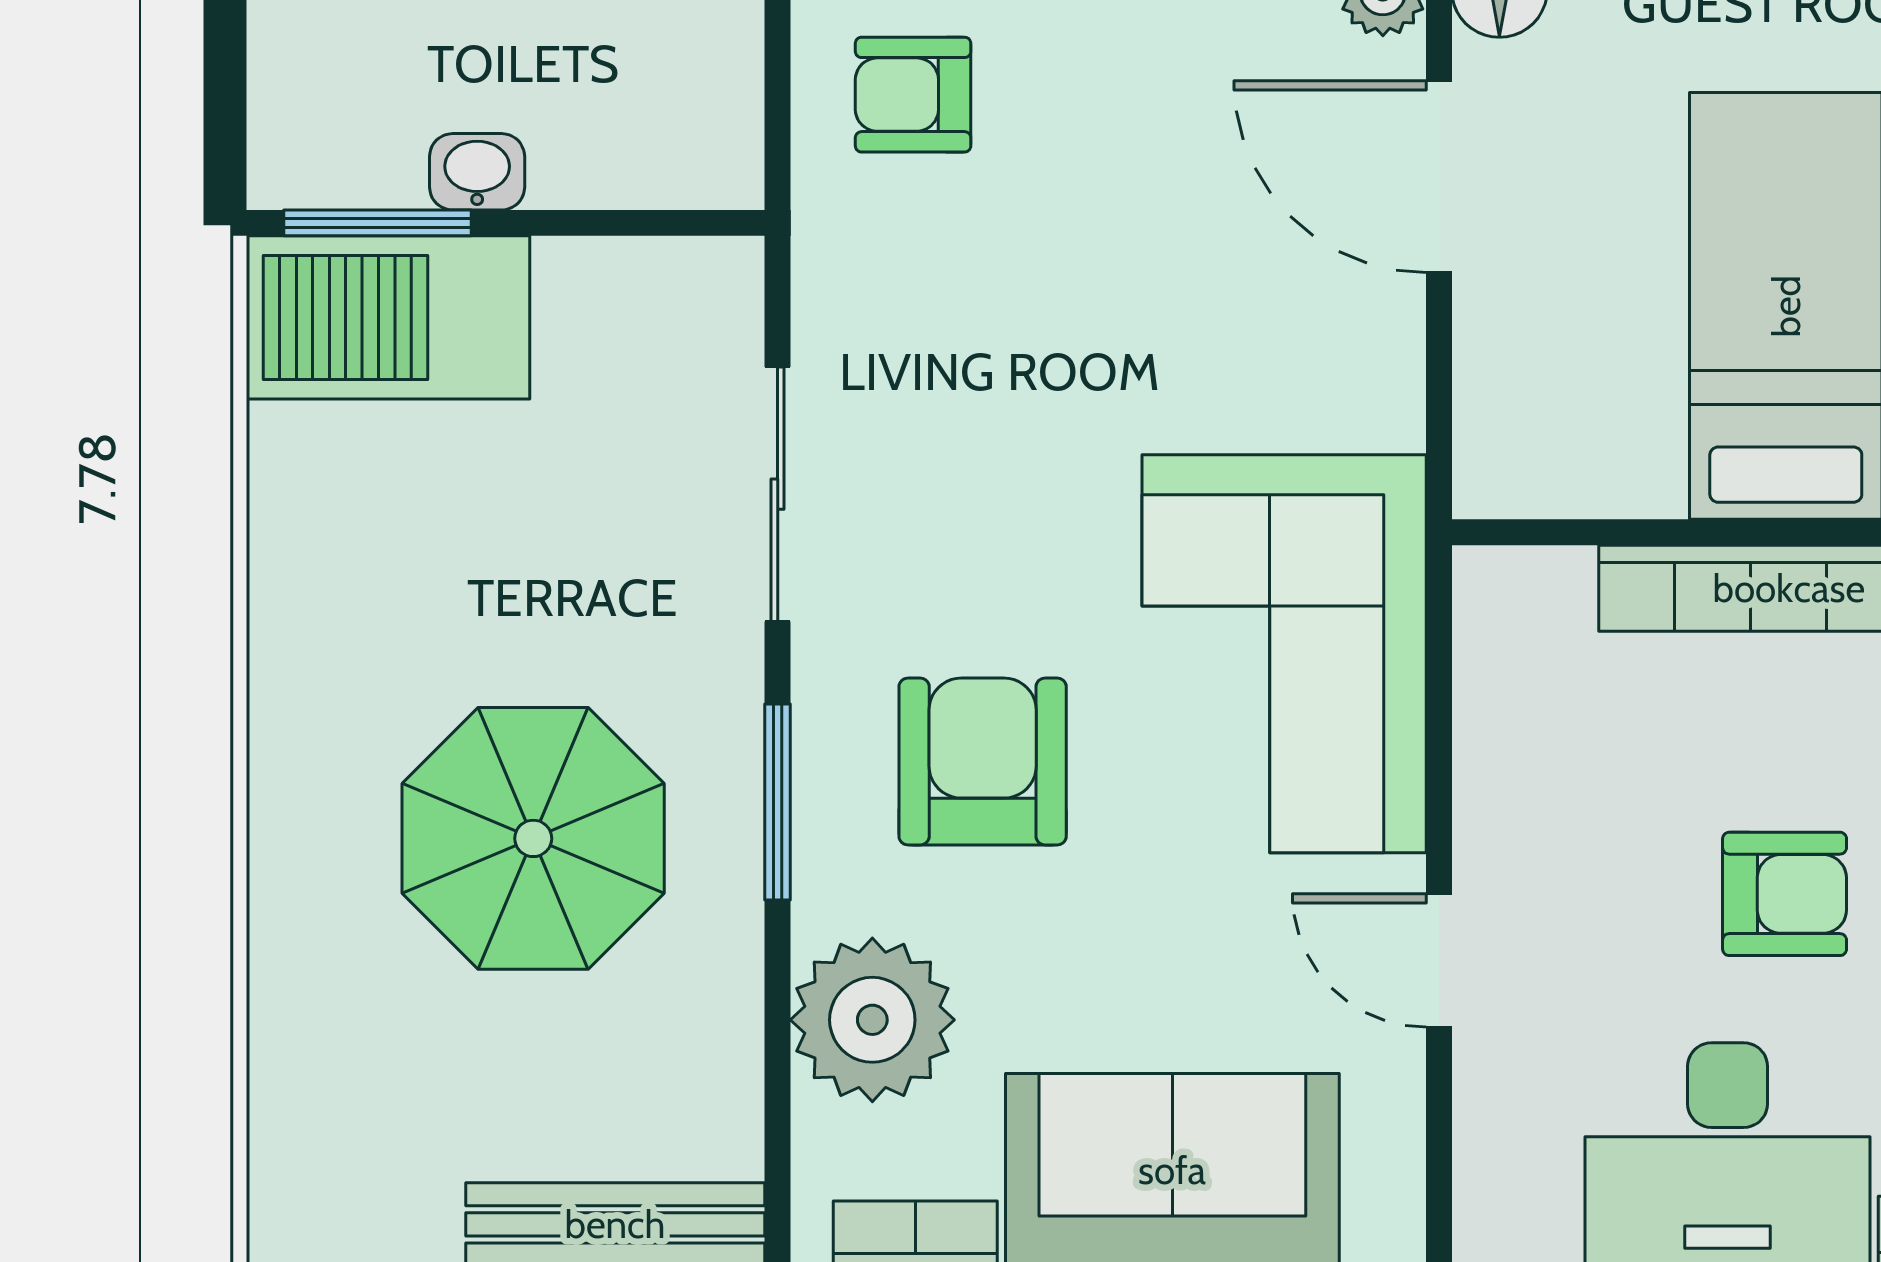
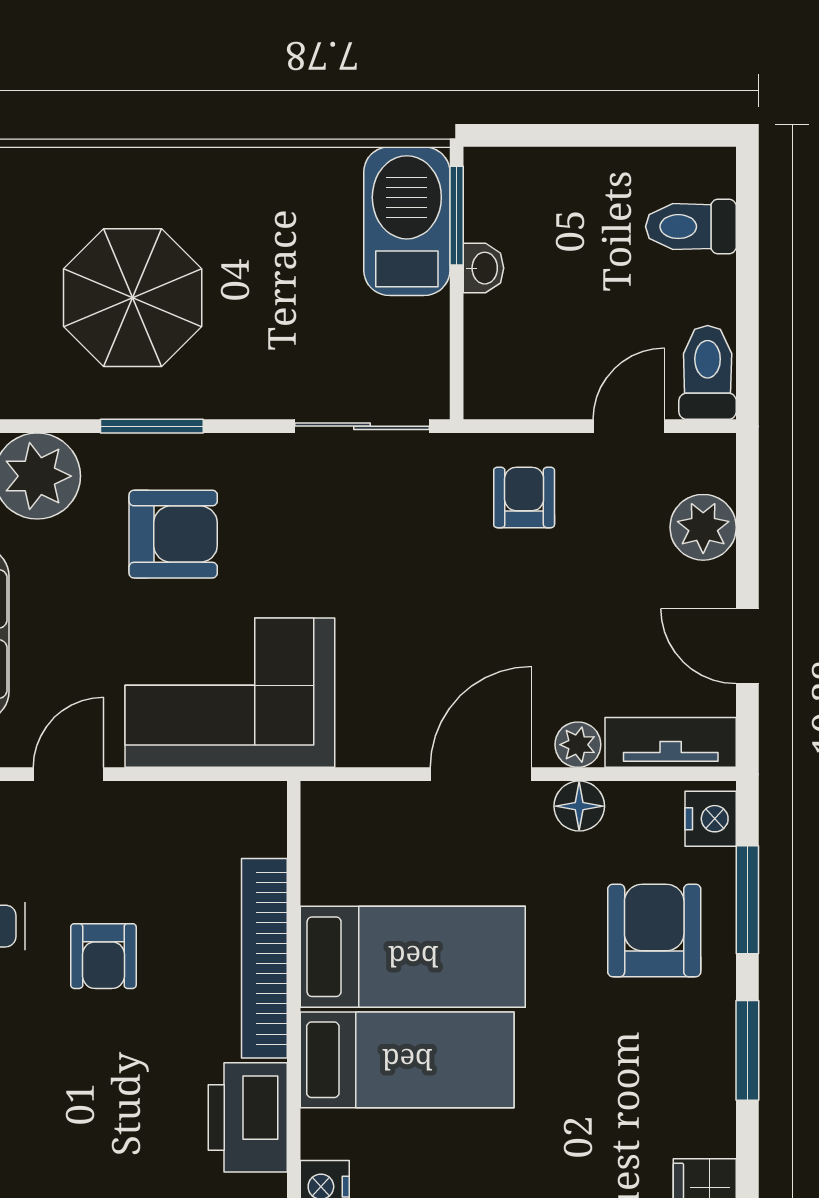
sliding door: (778, 494) -> (362, 426), moved

